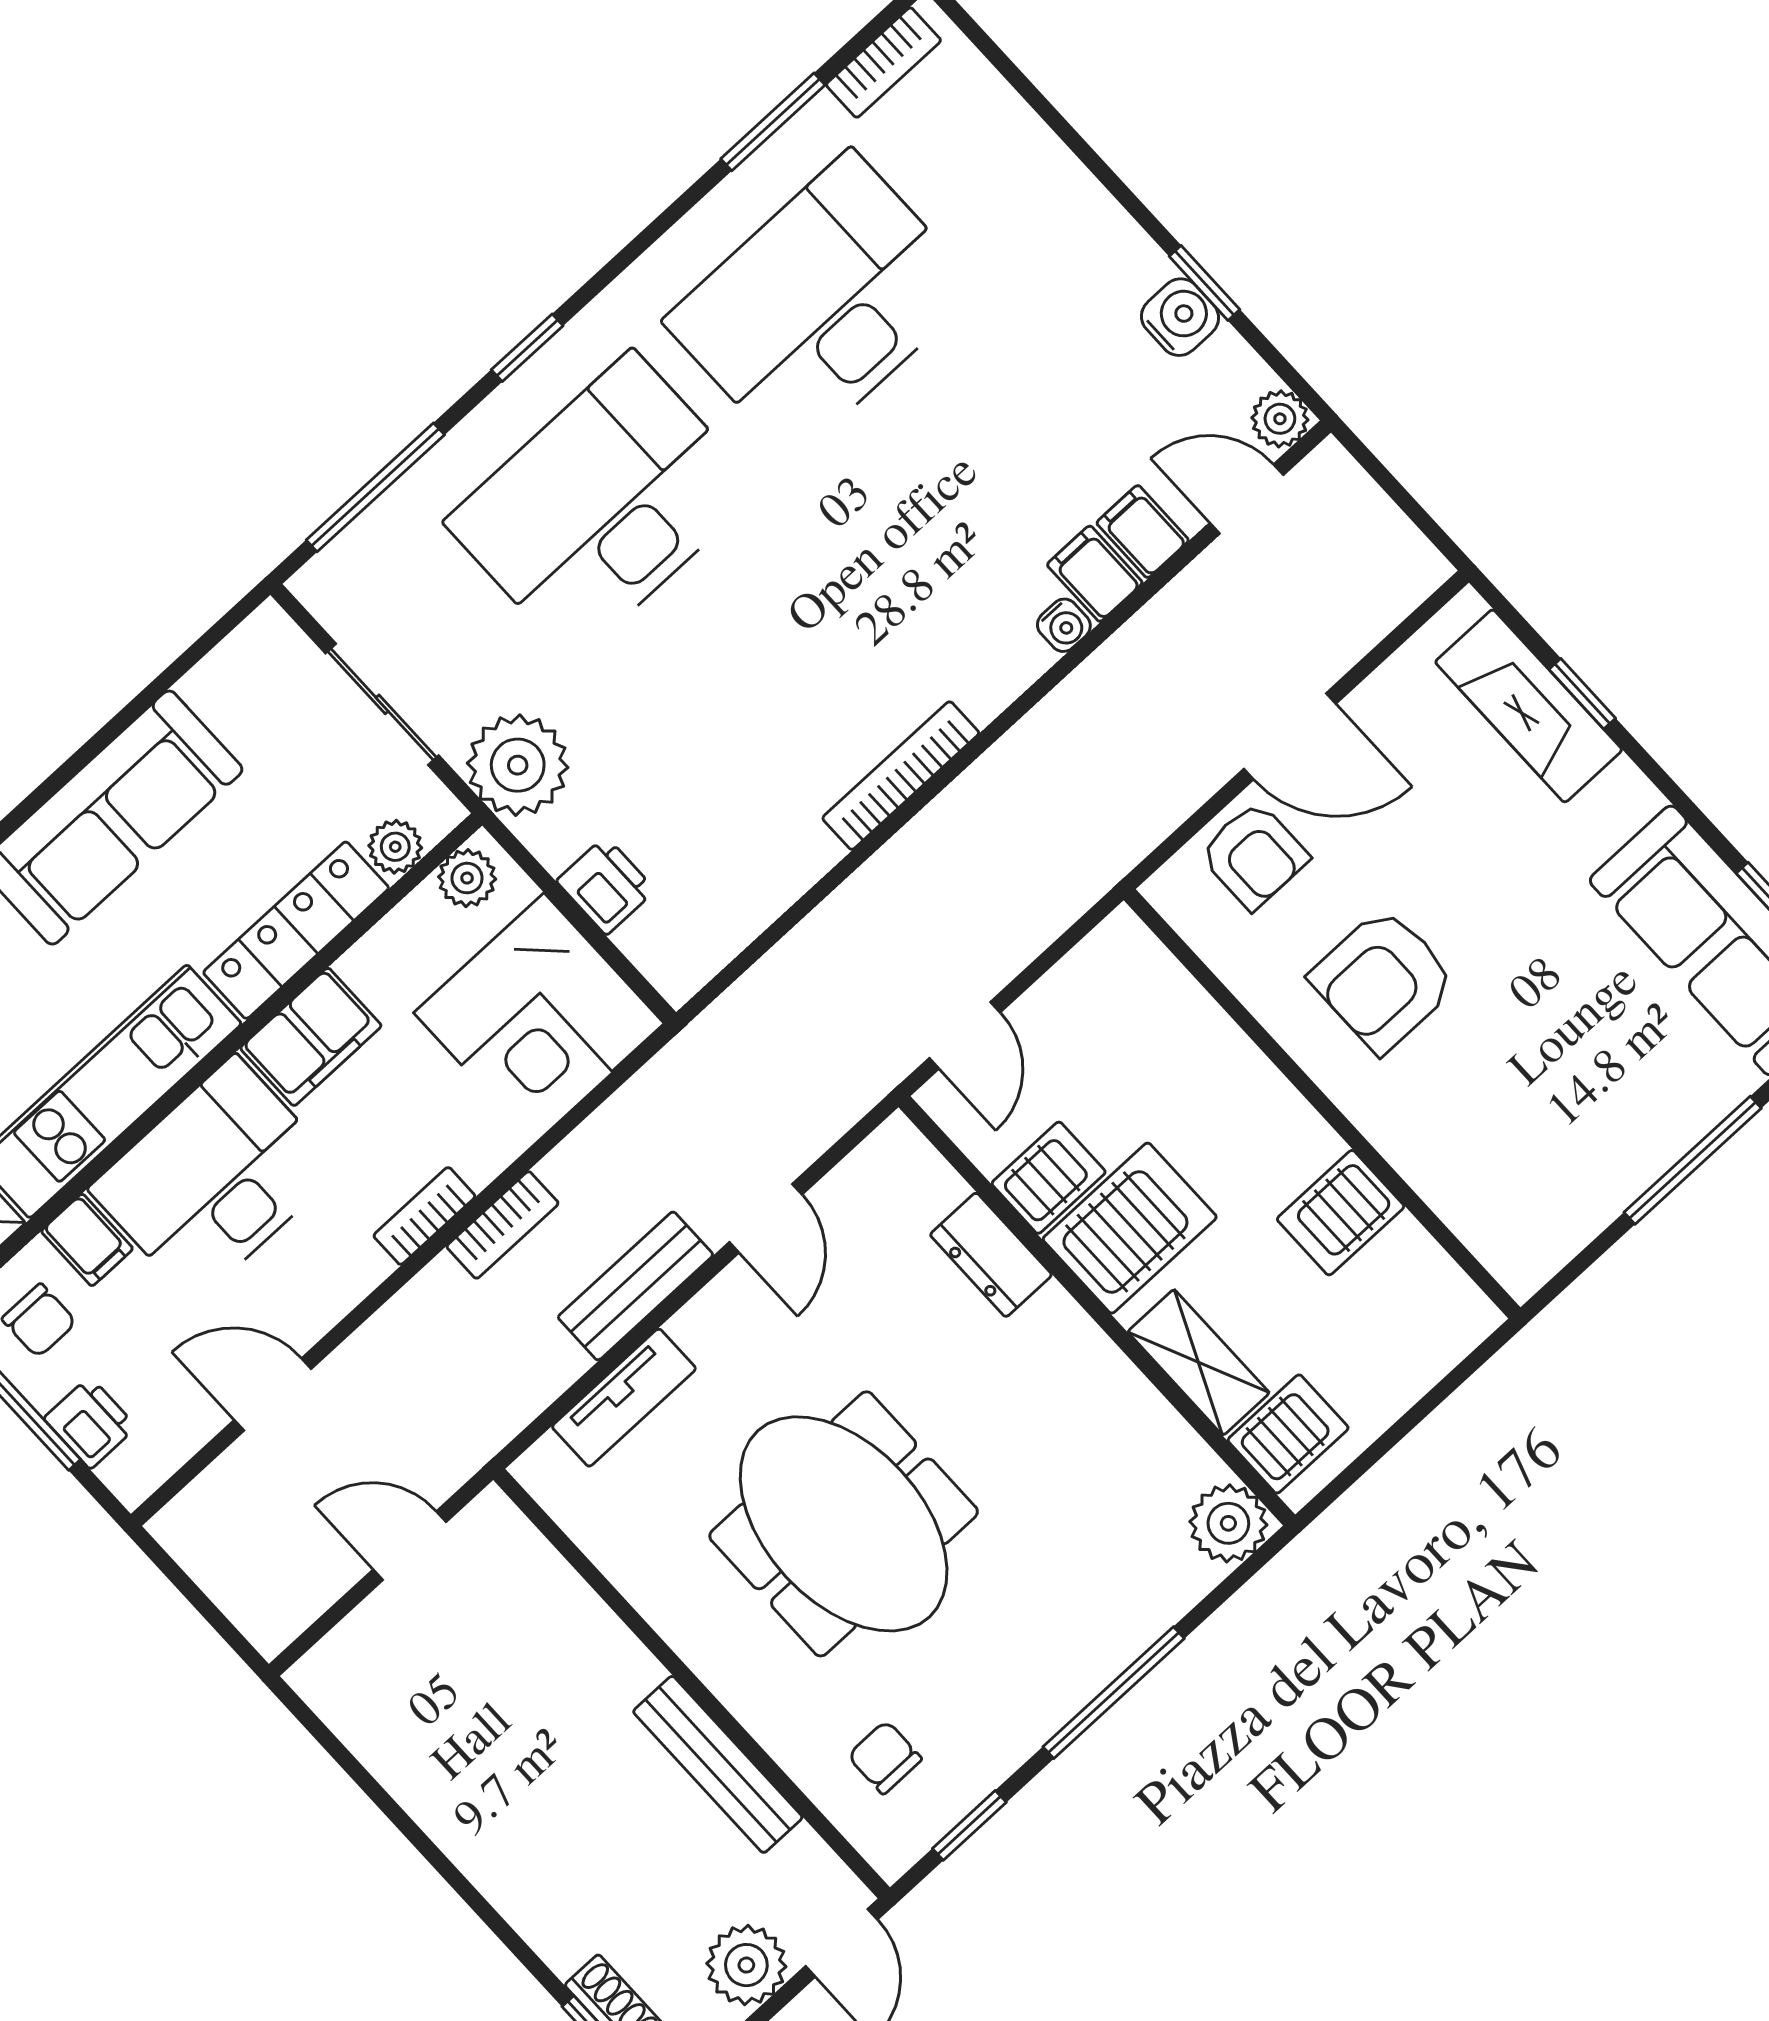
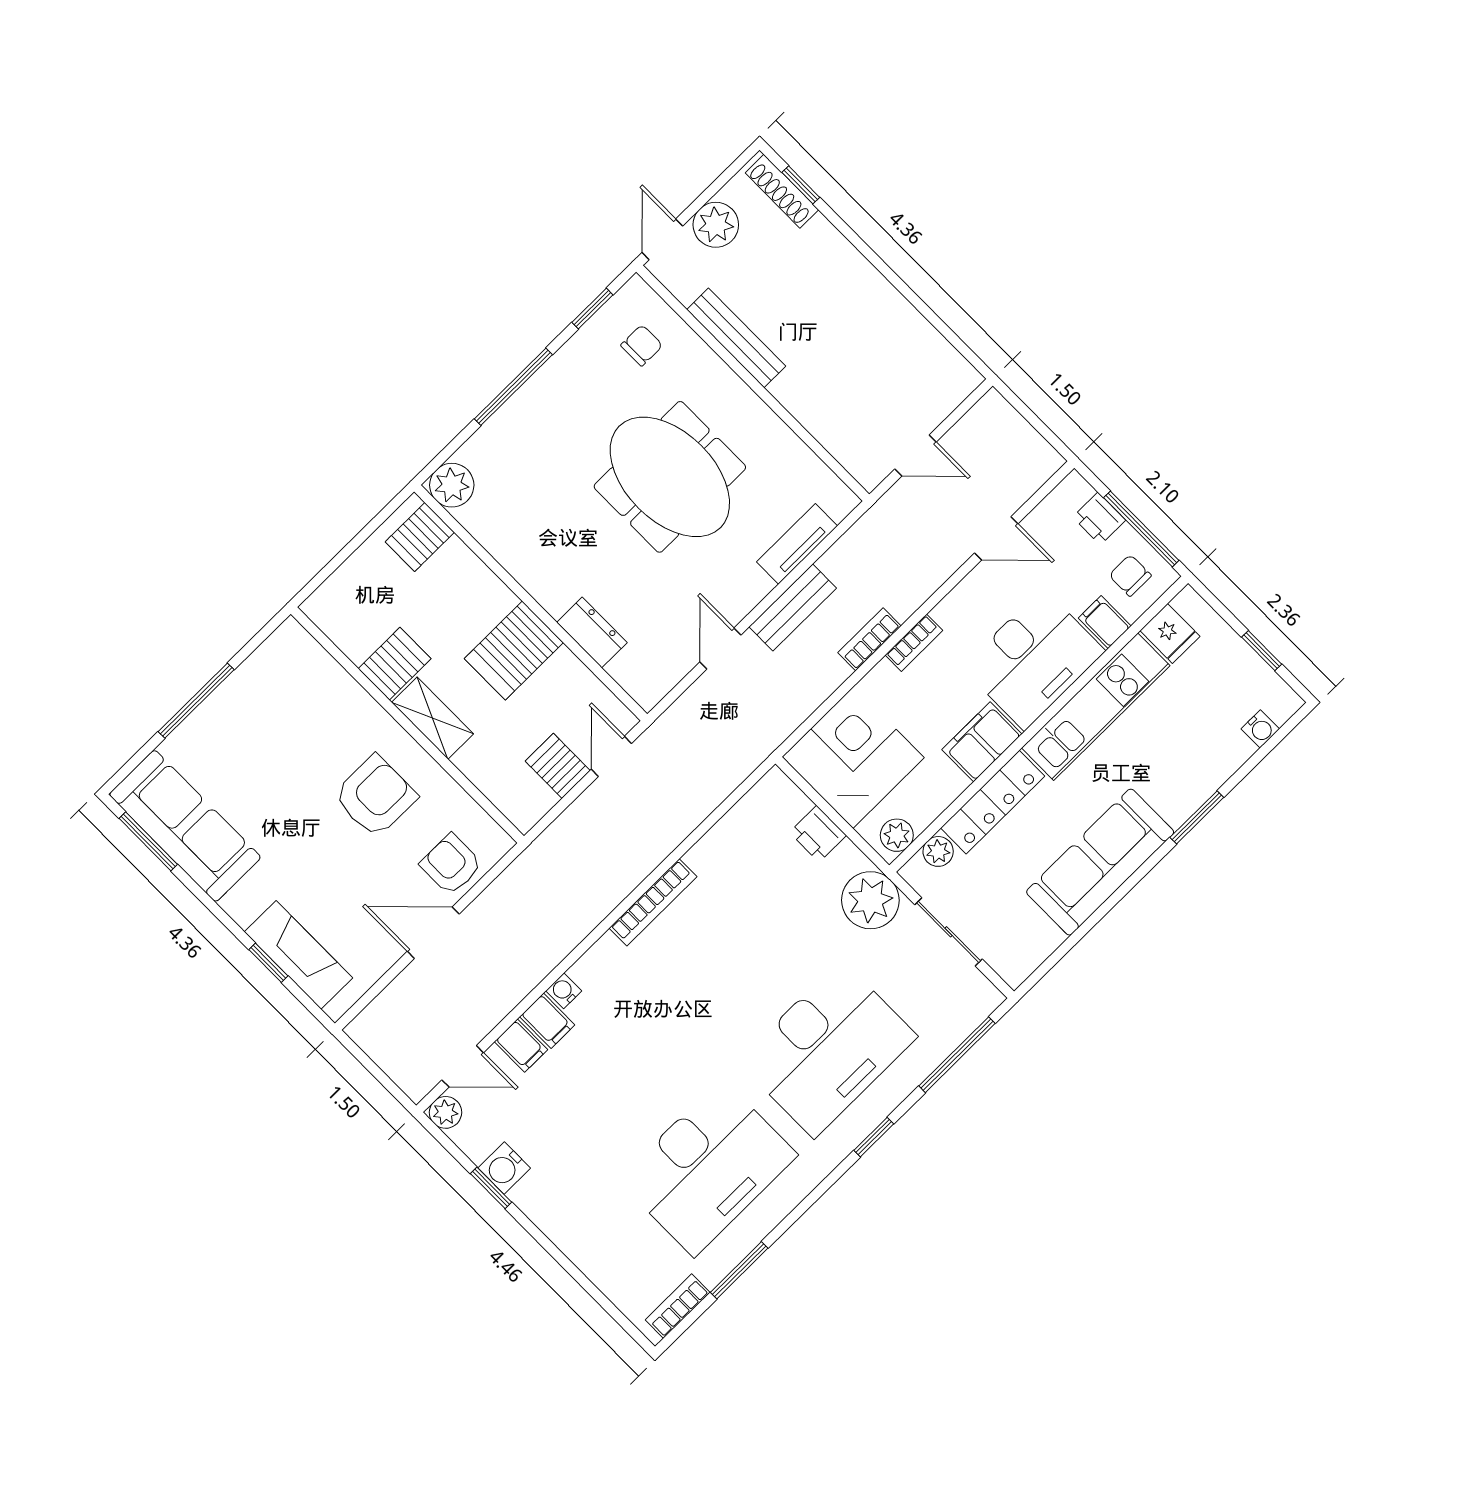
server rack: (1049, 1178) -> (558, 766), moved, turned 90
shelving: (1198, 1362) -> (433, 718), moved
chair: (885, 1757) -> (642, 345), turned -90

